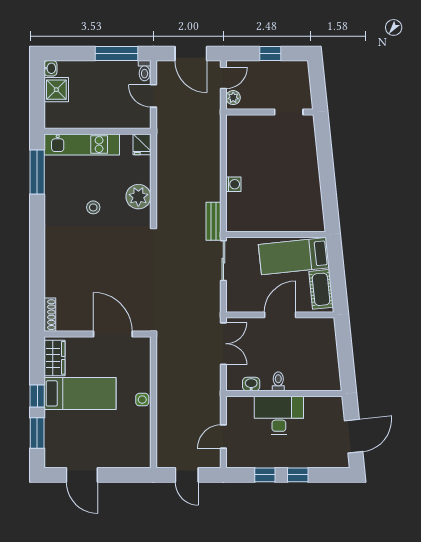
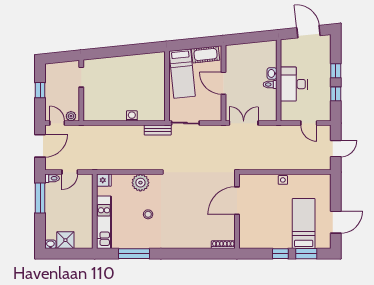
window: (37, 172) -> (134, 254), moved
wardrobe: (55, 358) -> (254, 241), removed
washbasin: (251, 384) -> (272, 73), moved
bed: (80, 393) -> (304, 224), moved

